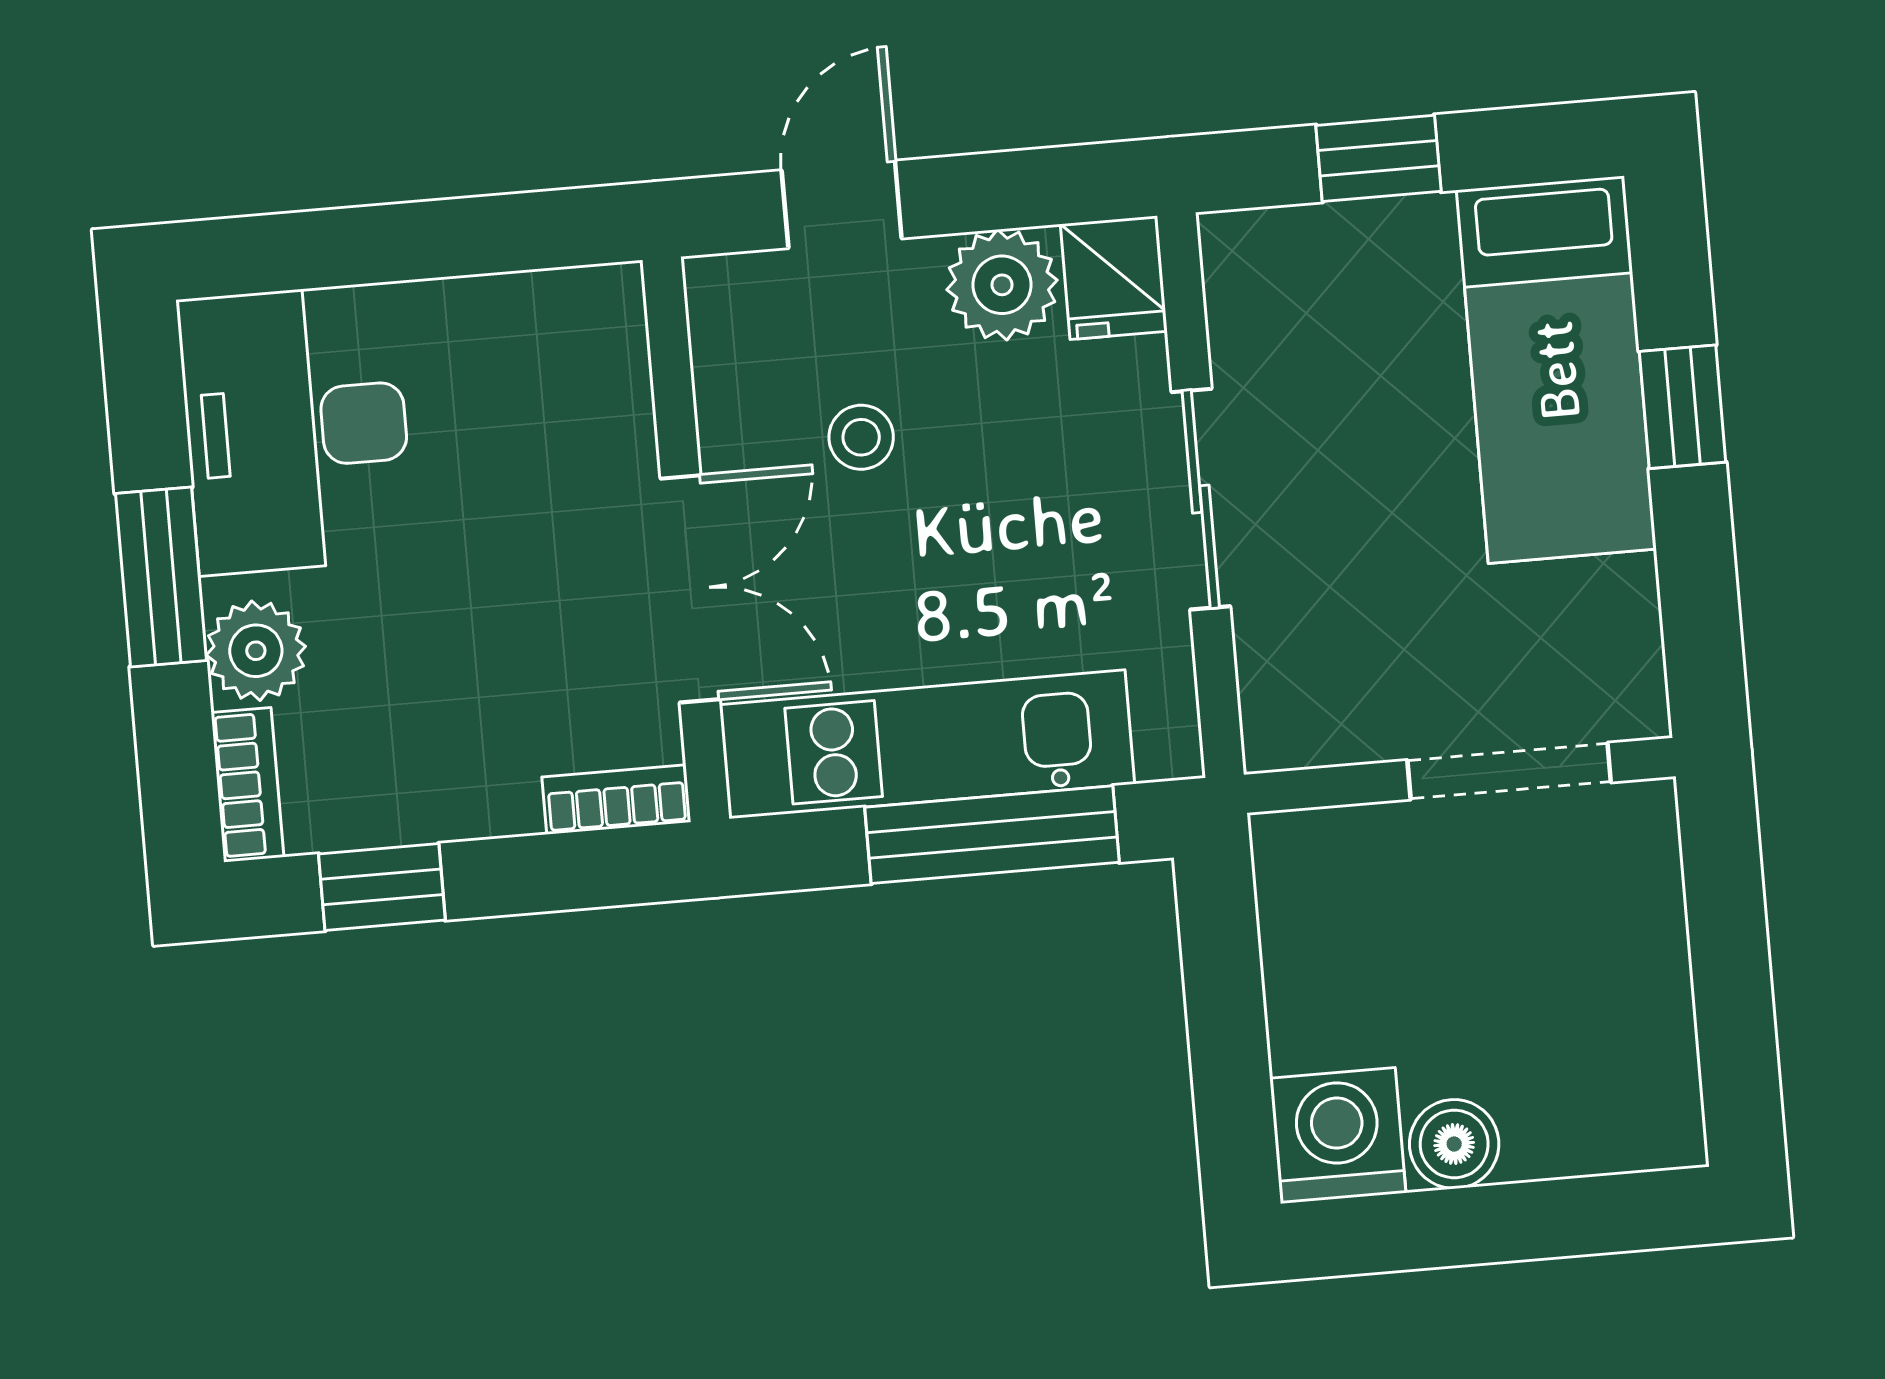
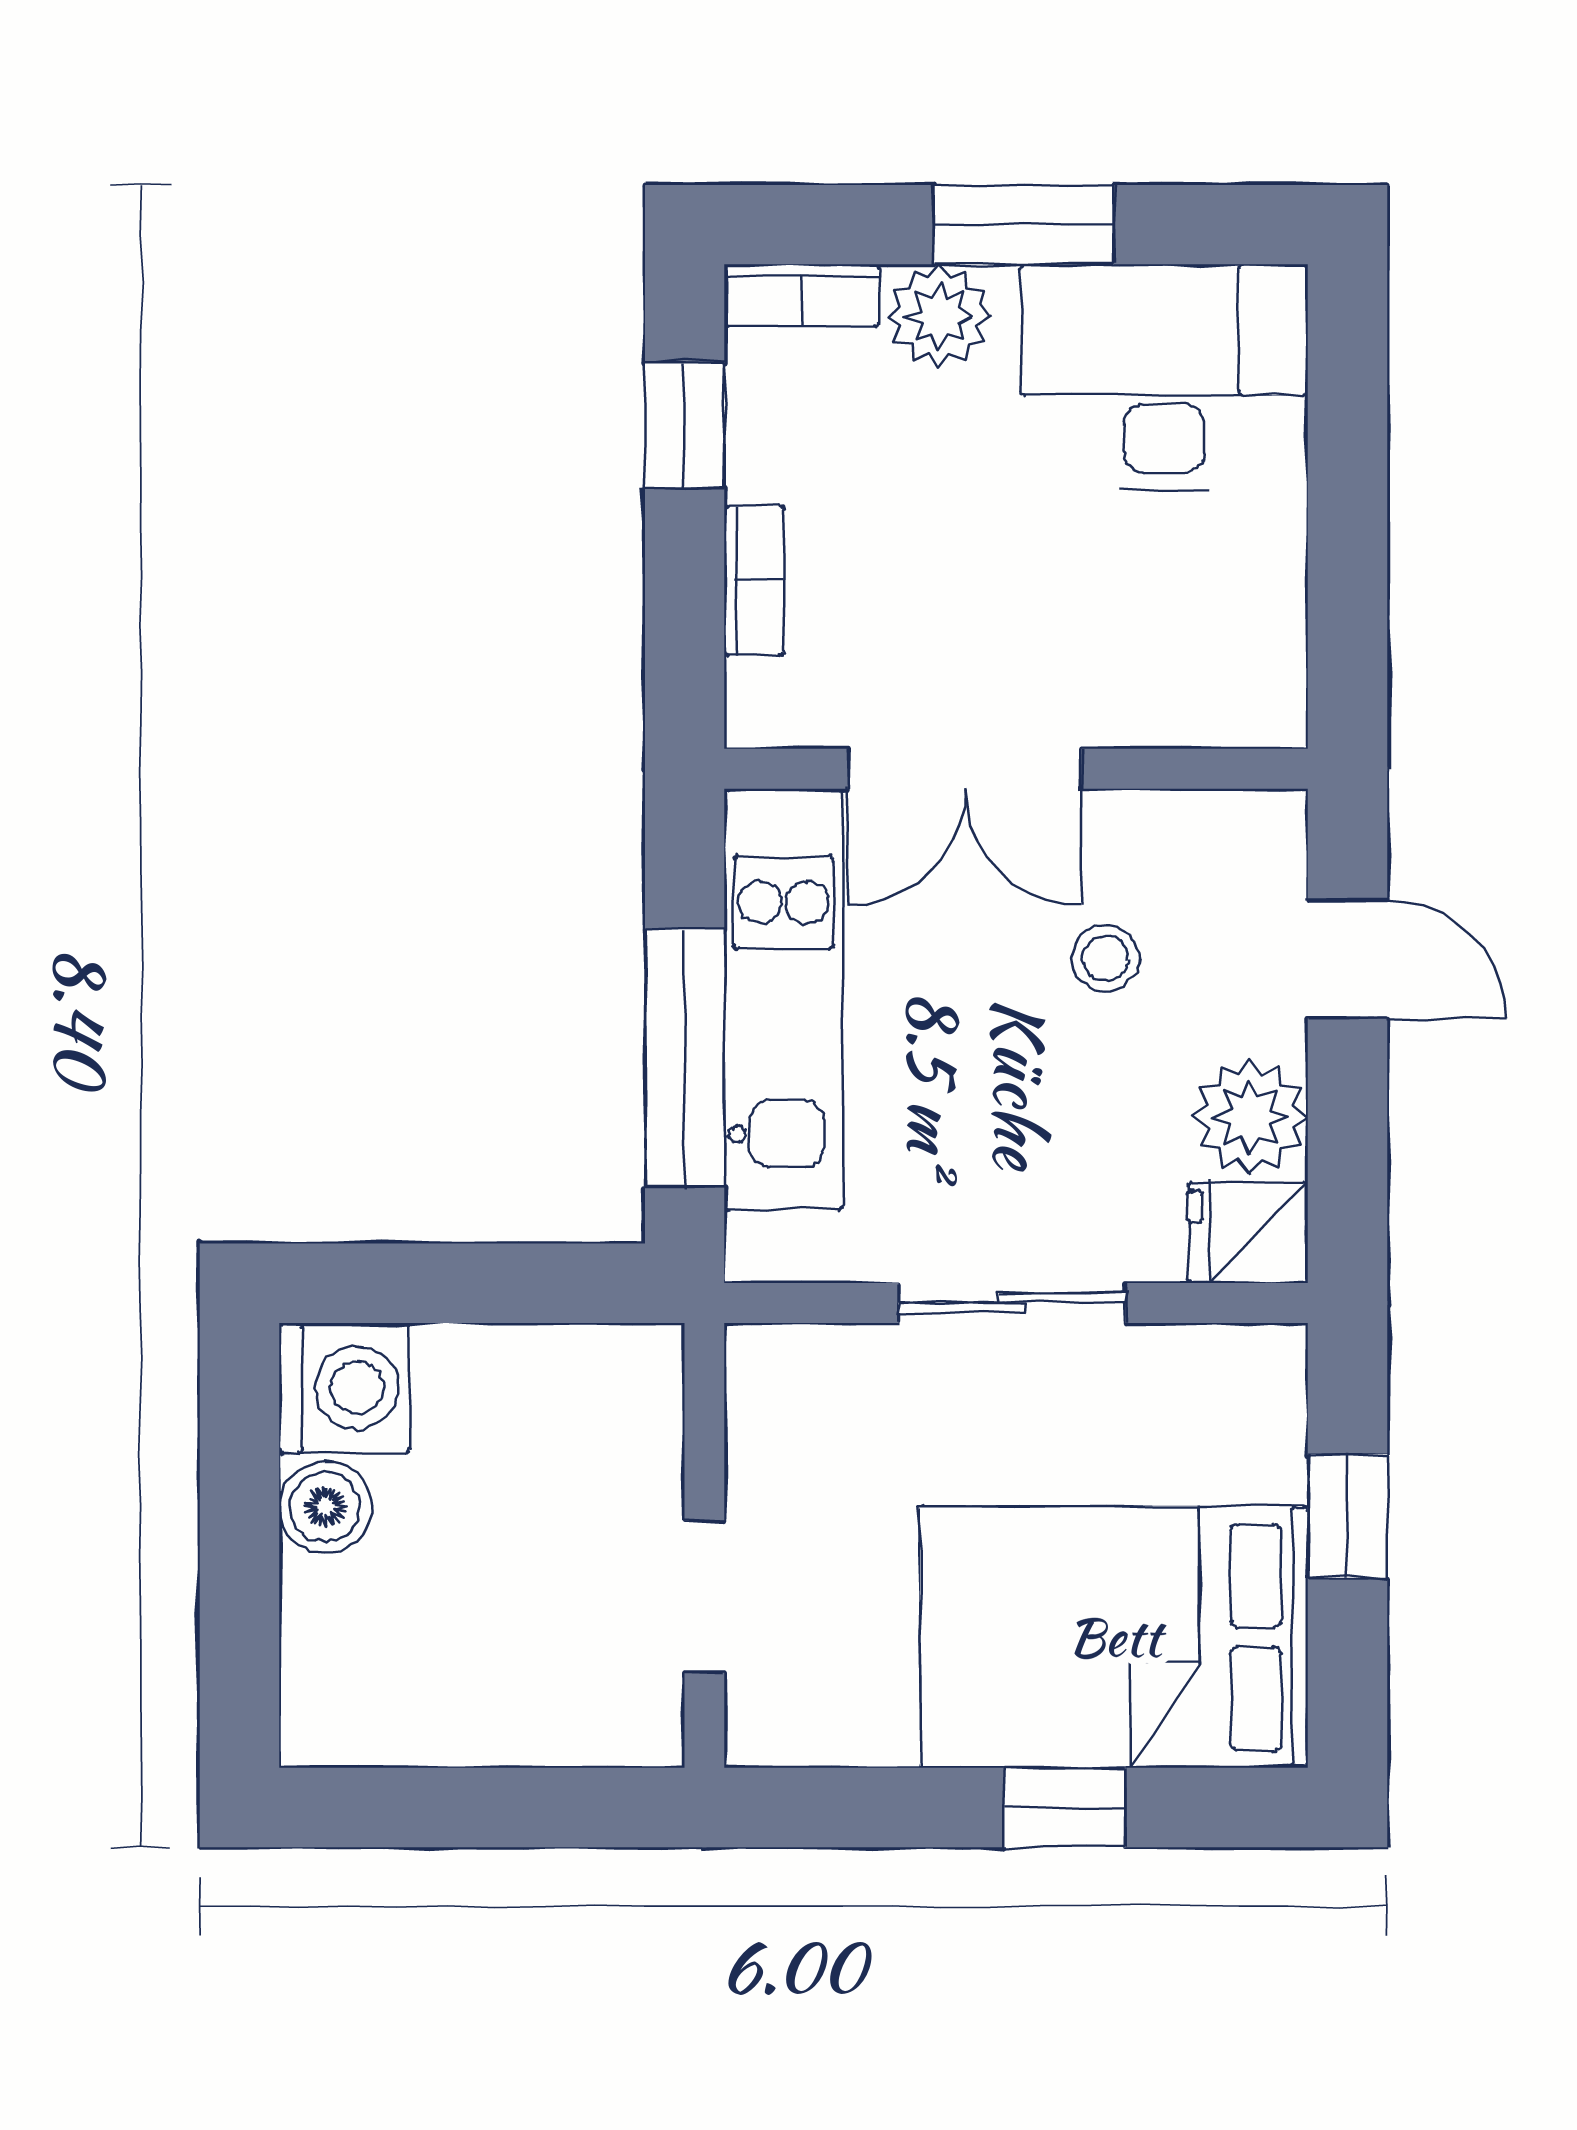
bed: (1556, 370) -> (1114, 1637), width x1.50
doorway: (1509, 771) -> (704, 1597), width x0.73
bookcase: (616, 800) -> (754, 581), moved

